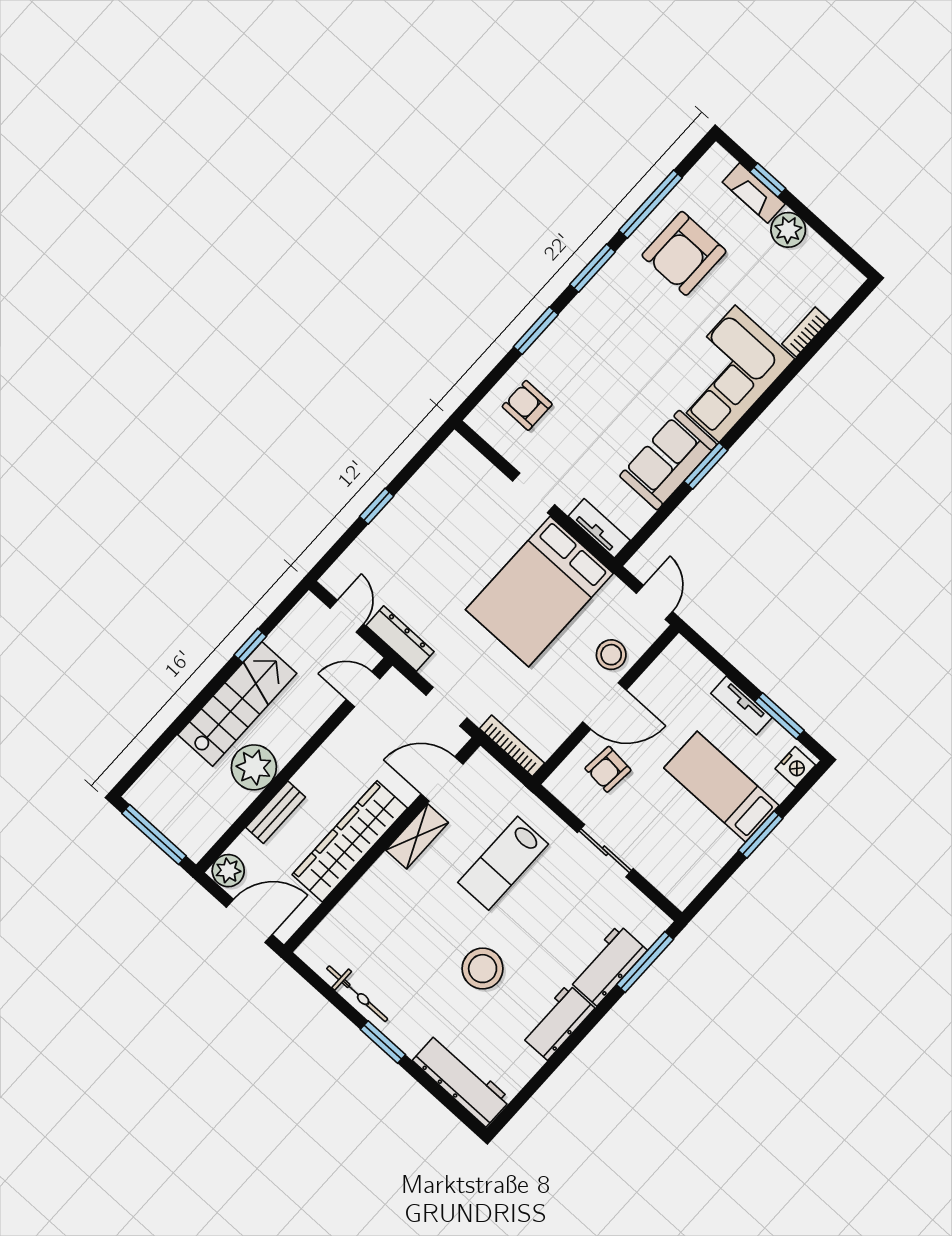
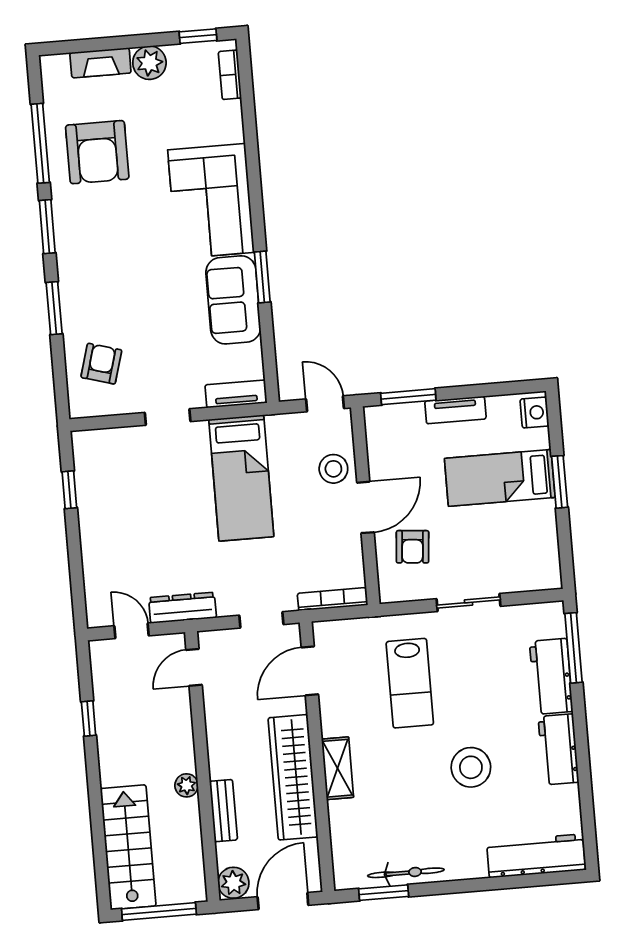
window: (768, 180) -> (198, 36), moved
bookcase: (806, 332) -> (230, 75), moved
armchair: (527, 405) -> (101, 364), turned 106
window: (377, 506) -> (69, 490), moved
bed: (539, 591) -> (241, 478), width x0.67
stairs: (237, 704) -> (128, 847), moved
window: (779, 716) -> (408, 397), moved
plant: (254, 767) -> (186, 785), width x0.53, depth x0.53
shelving: (417, 836) -> (337, 768), moved
window: (383, 1042) -> (384, 893), moved

